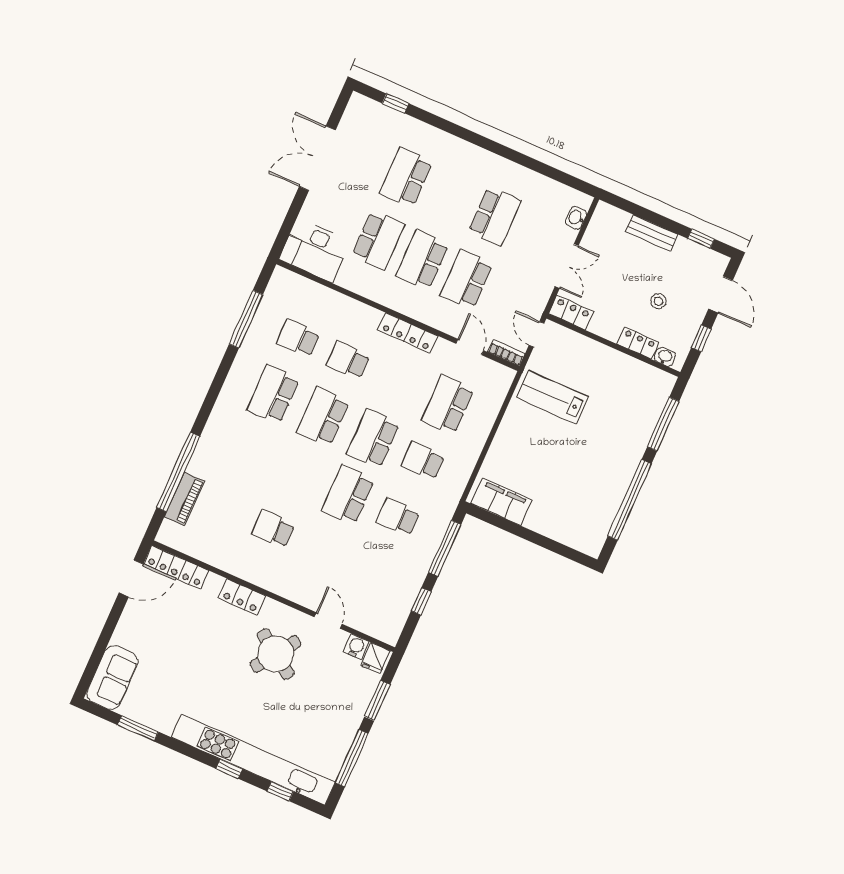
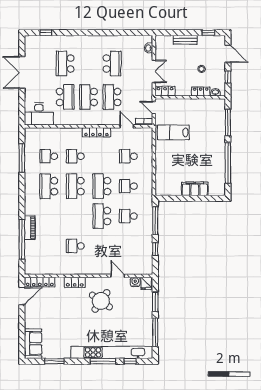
school desk: (448, 405) -> (128, 156), width x0.54
piano: (184, 499) -> (30, 228), moved
filing cabinet: (501, 502) -> (195, 189), moved
window: (229, 769) -> (103, 361), width x2.17

